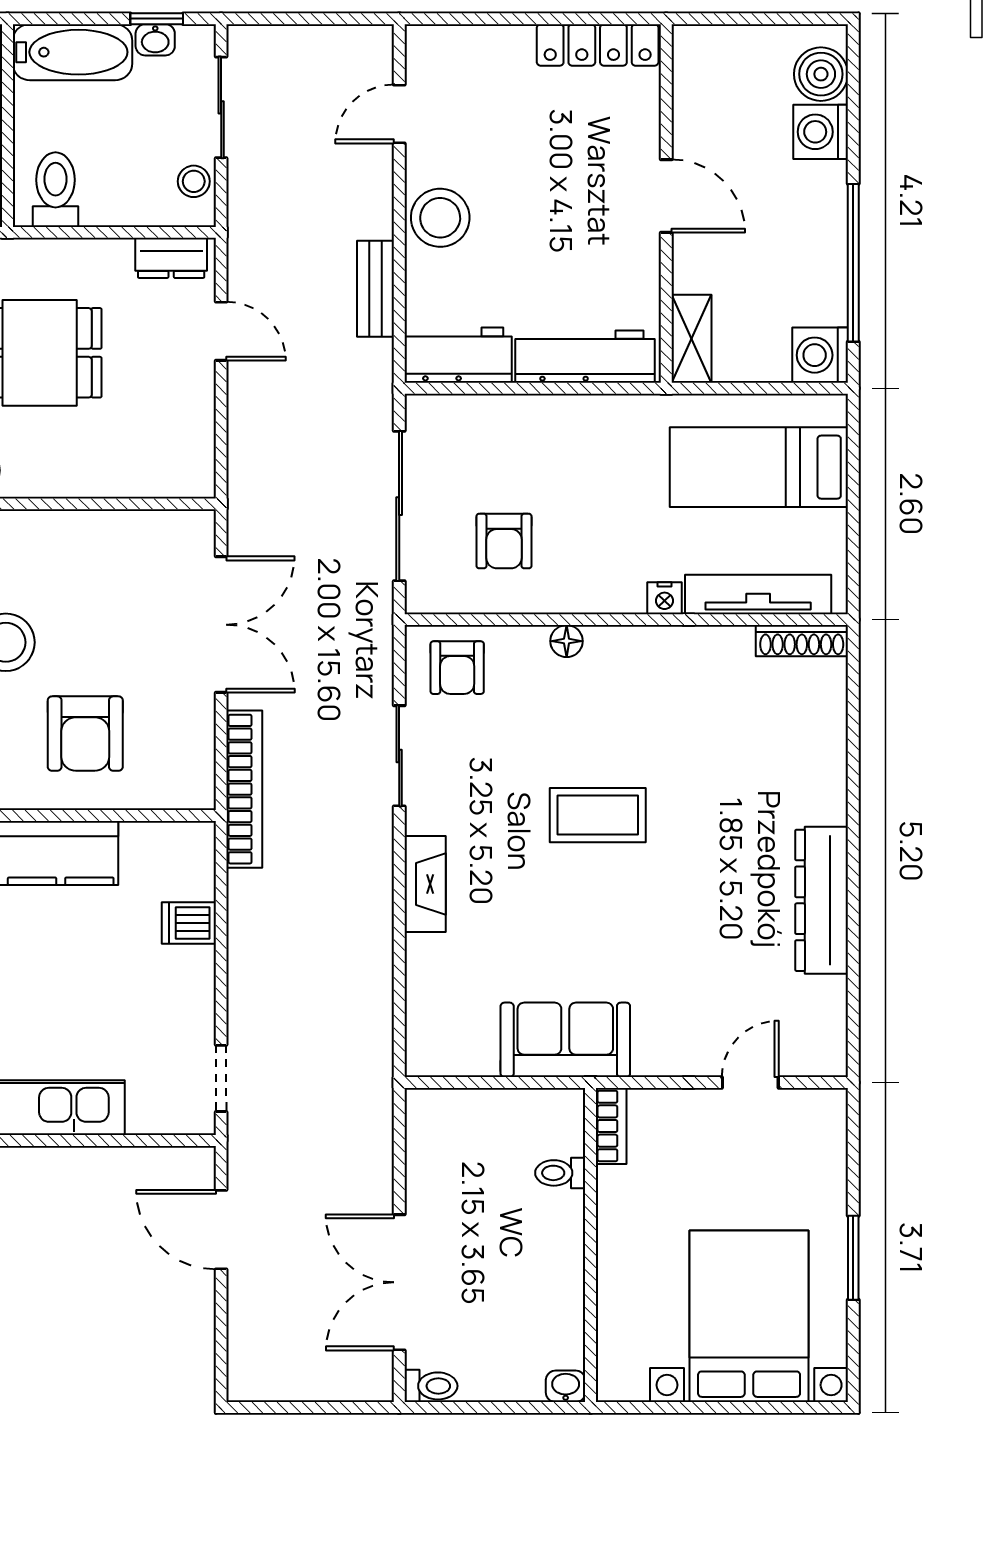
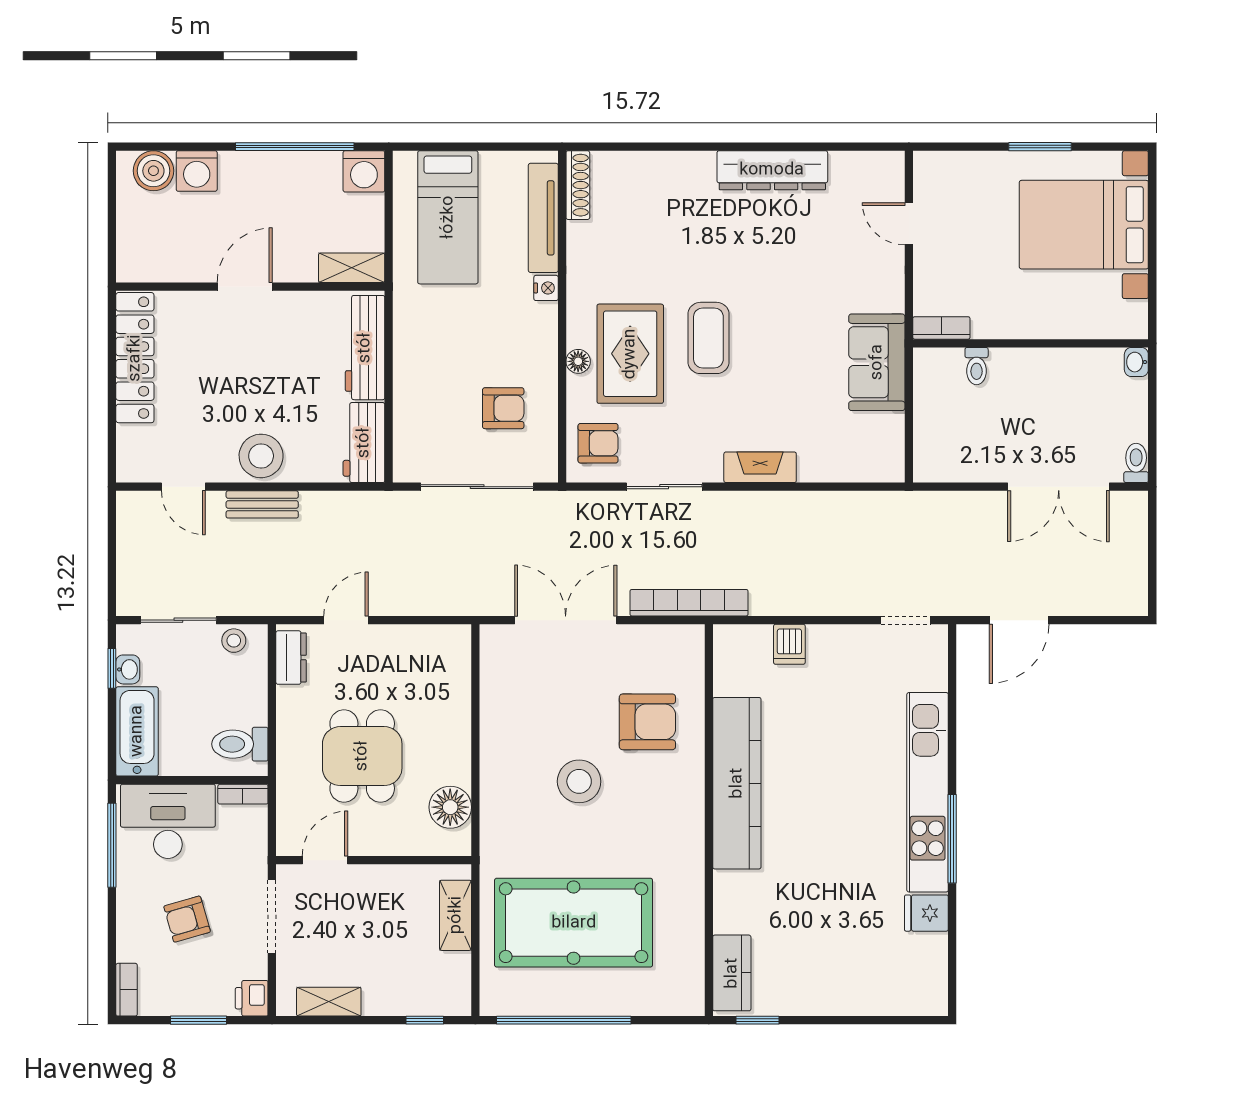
locker: (598, 45) -> (135, 358), width x1.41, depth x1.21
bench: (375, 289) -> (262, 504), moved
rug: (577, 711) -> (630, 354), added

